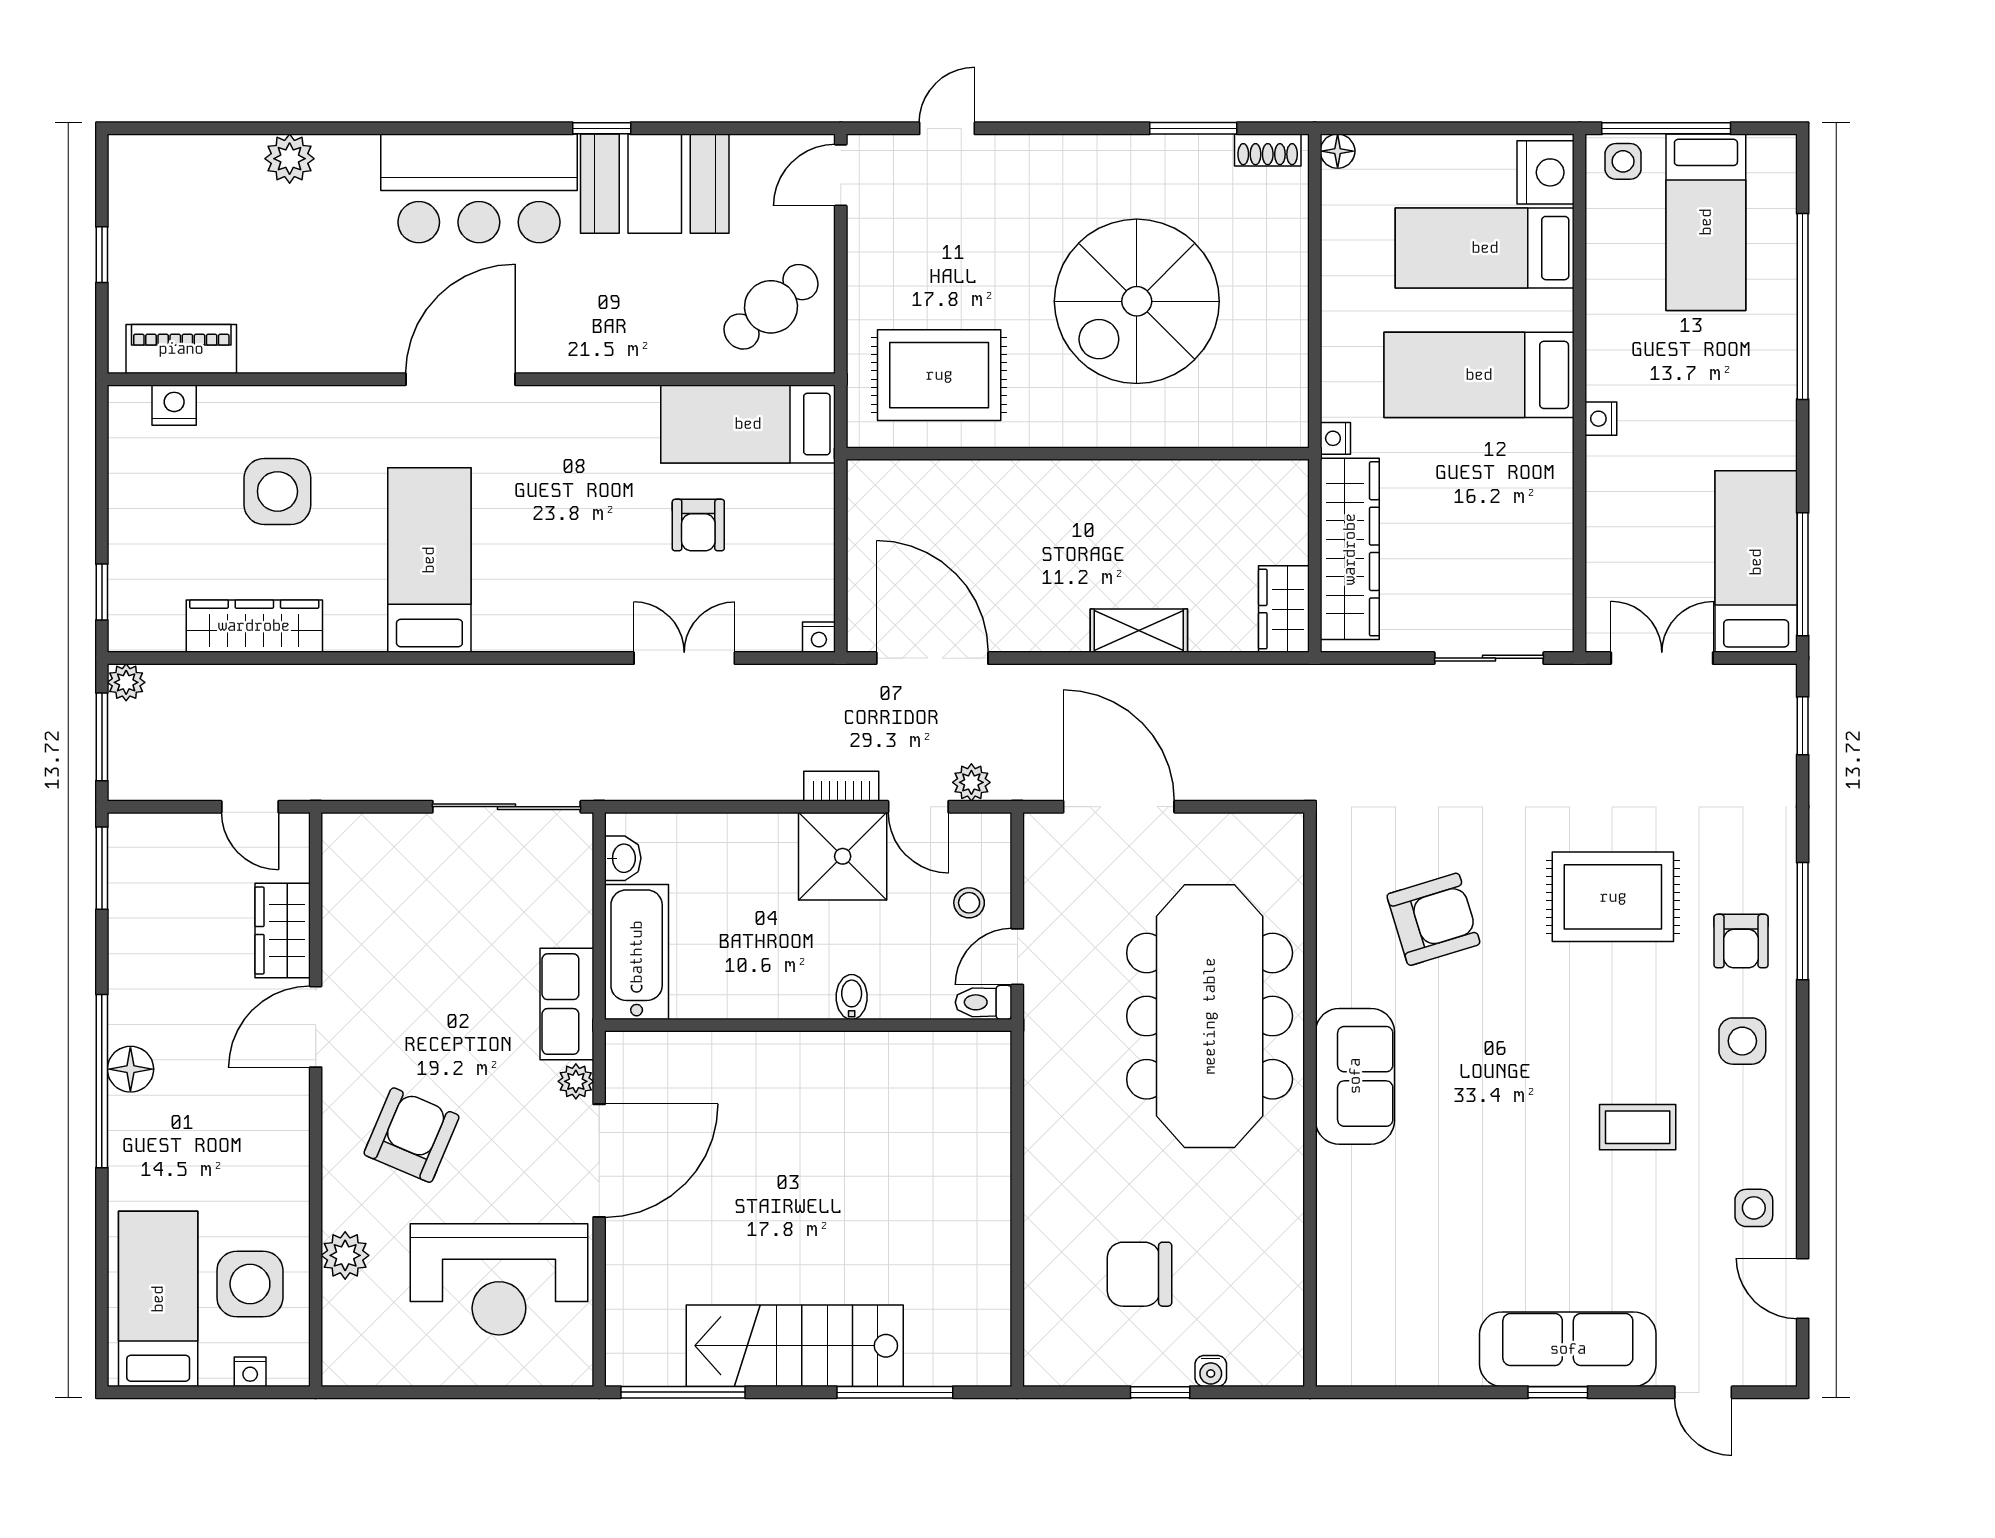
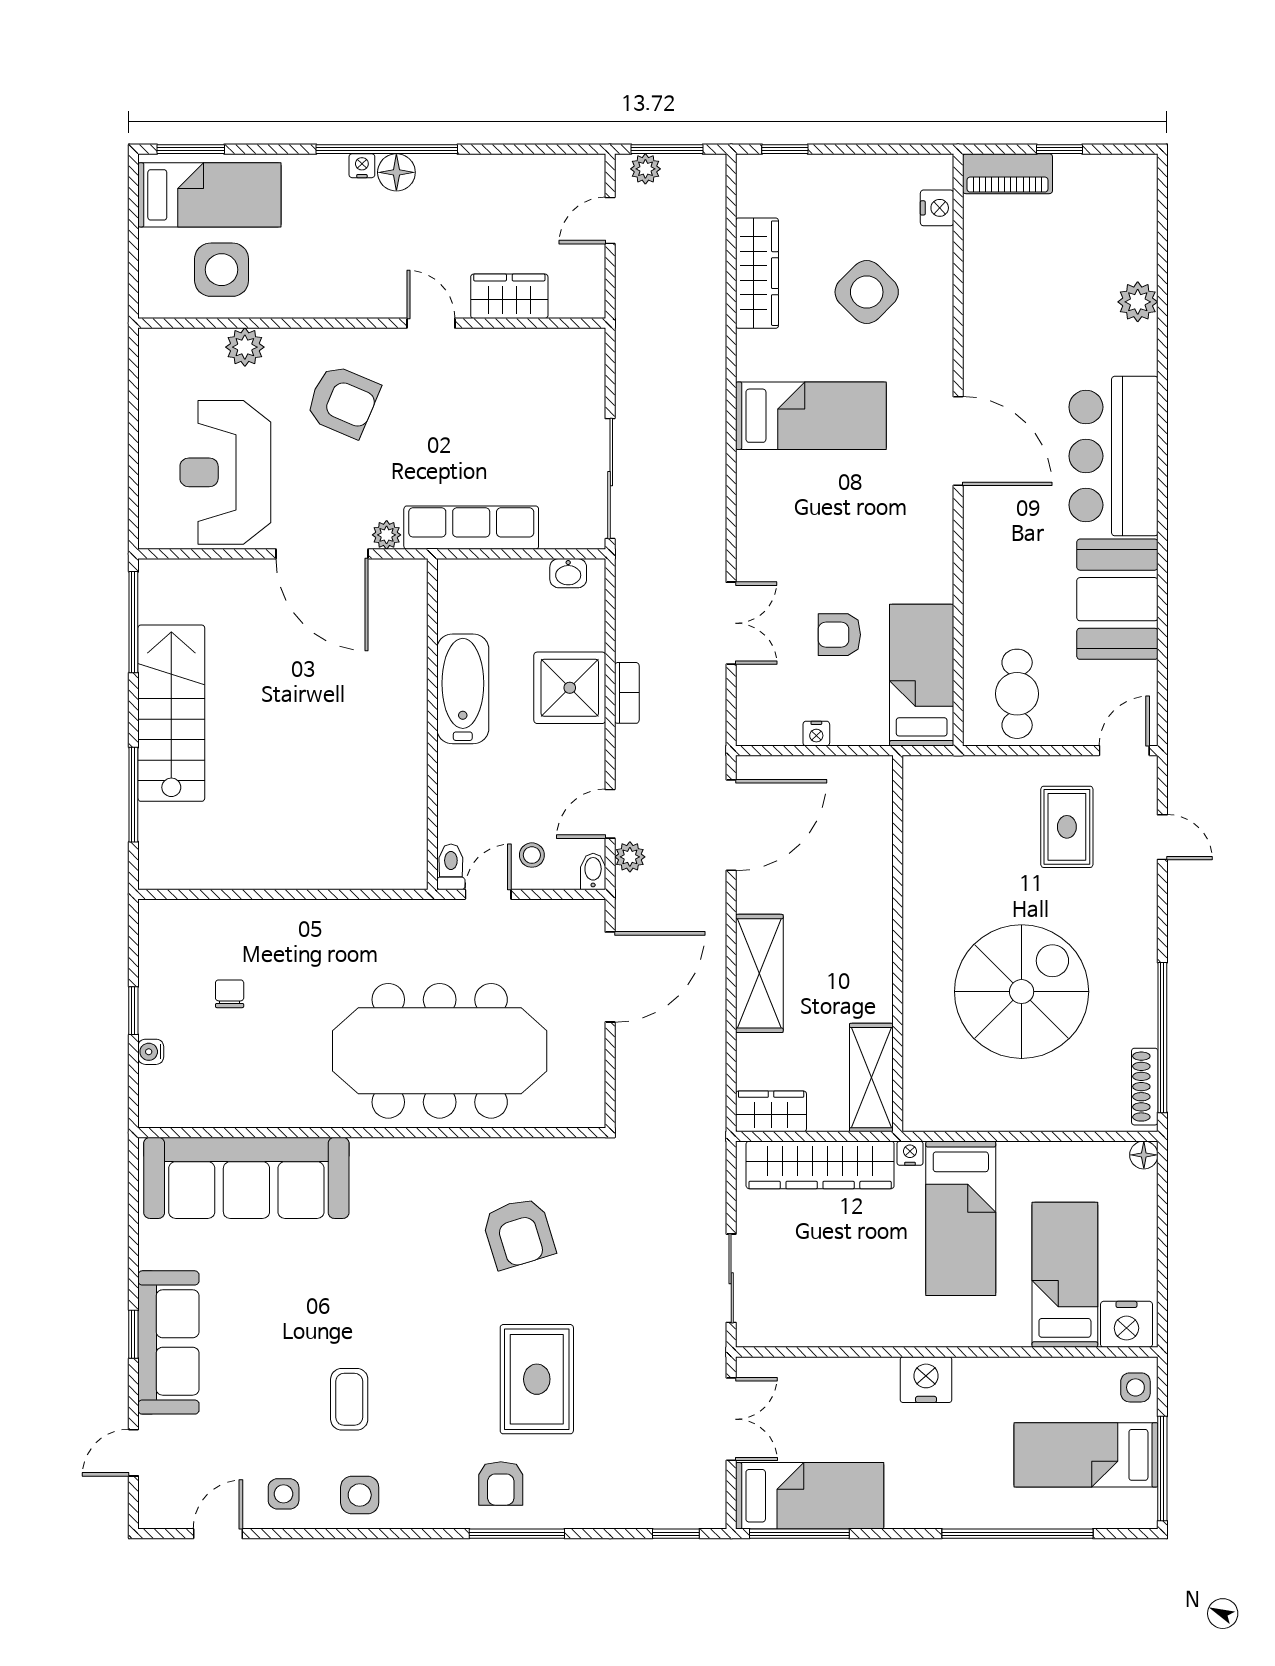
window: (602, 128) -> (1162, 556), removed
window: (1193, 128) -> (1162, 1038), width x2.11
window: (1666, 128) -> (1162, 1469), moved
shoe rack: (1268, 150) -> (1145, 1087), width x1.43
door: (841, 175) -> (1124, 751), hinge flipped
spiral stairs: (1137, 301) -> (1022, 992), turned 90
cafe table: (771, 307) -> (1017, 694), turned 40
piano: (181, 349) -> (1008, 174), moved, turned 90
rug: (939, 375) -> (1067, 827), moved, width x0.73, depth x0.70
bed: (1479, 375) -> (961, 1218), moved, turned 180
nightstand: (1601, 419) -> (926, 1380), width x1.89, depth x1.79
shelving: (1242, 486) -> (871, 1078), added
side table: (277, 491) -> (867, 292), turned 45
shelving: (1139, 631) -> (759, 973), width x1.50, depth x1.33
nightstand: (819, 637) -> (816, 734), moved, turned -90
plant: (126, 682) -> (645, 169), moved
bookcase: (841, 786) -> (627, 693), moved
door: (250, 807) -> (610, 221), moved
shower: (843, 856) -> (570, 688), moved
window: (102, 868) -> (191, 149), moved
armchair: (1741, 941) -> (501, 1483), turned -90
bathtub: (637, 952) -> (463, 689), moved, turned -90
door: (1017, 957) -> (488, 894), hinge flipped
bidet: (852, 997) -> (593, 871), moved, turned -90
row of seats: (567, 1004) -> (471, 528), width x1.48
door: (316, 1027) -> (431, 323), width x0.73
side table: (1742, 1041) -> (360, 1495), moved
sofa: (1355, 1076) -> (246, 1178), moved, width x1.85, depth x1.27
chair: (1139, 1274) -> (230, 994), width x0.54, depth x0.54
nightstand: (250, 1372) -> (362, 166), moved, turned 90

